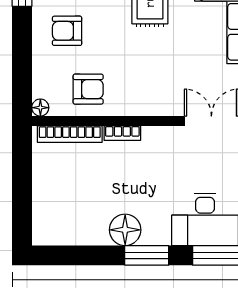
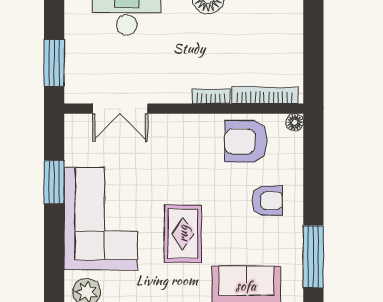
armchair: (88, 89) -> (246, 141), width x1.38, depth x1.38

